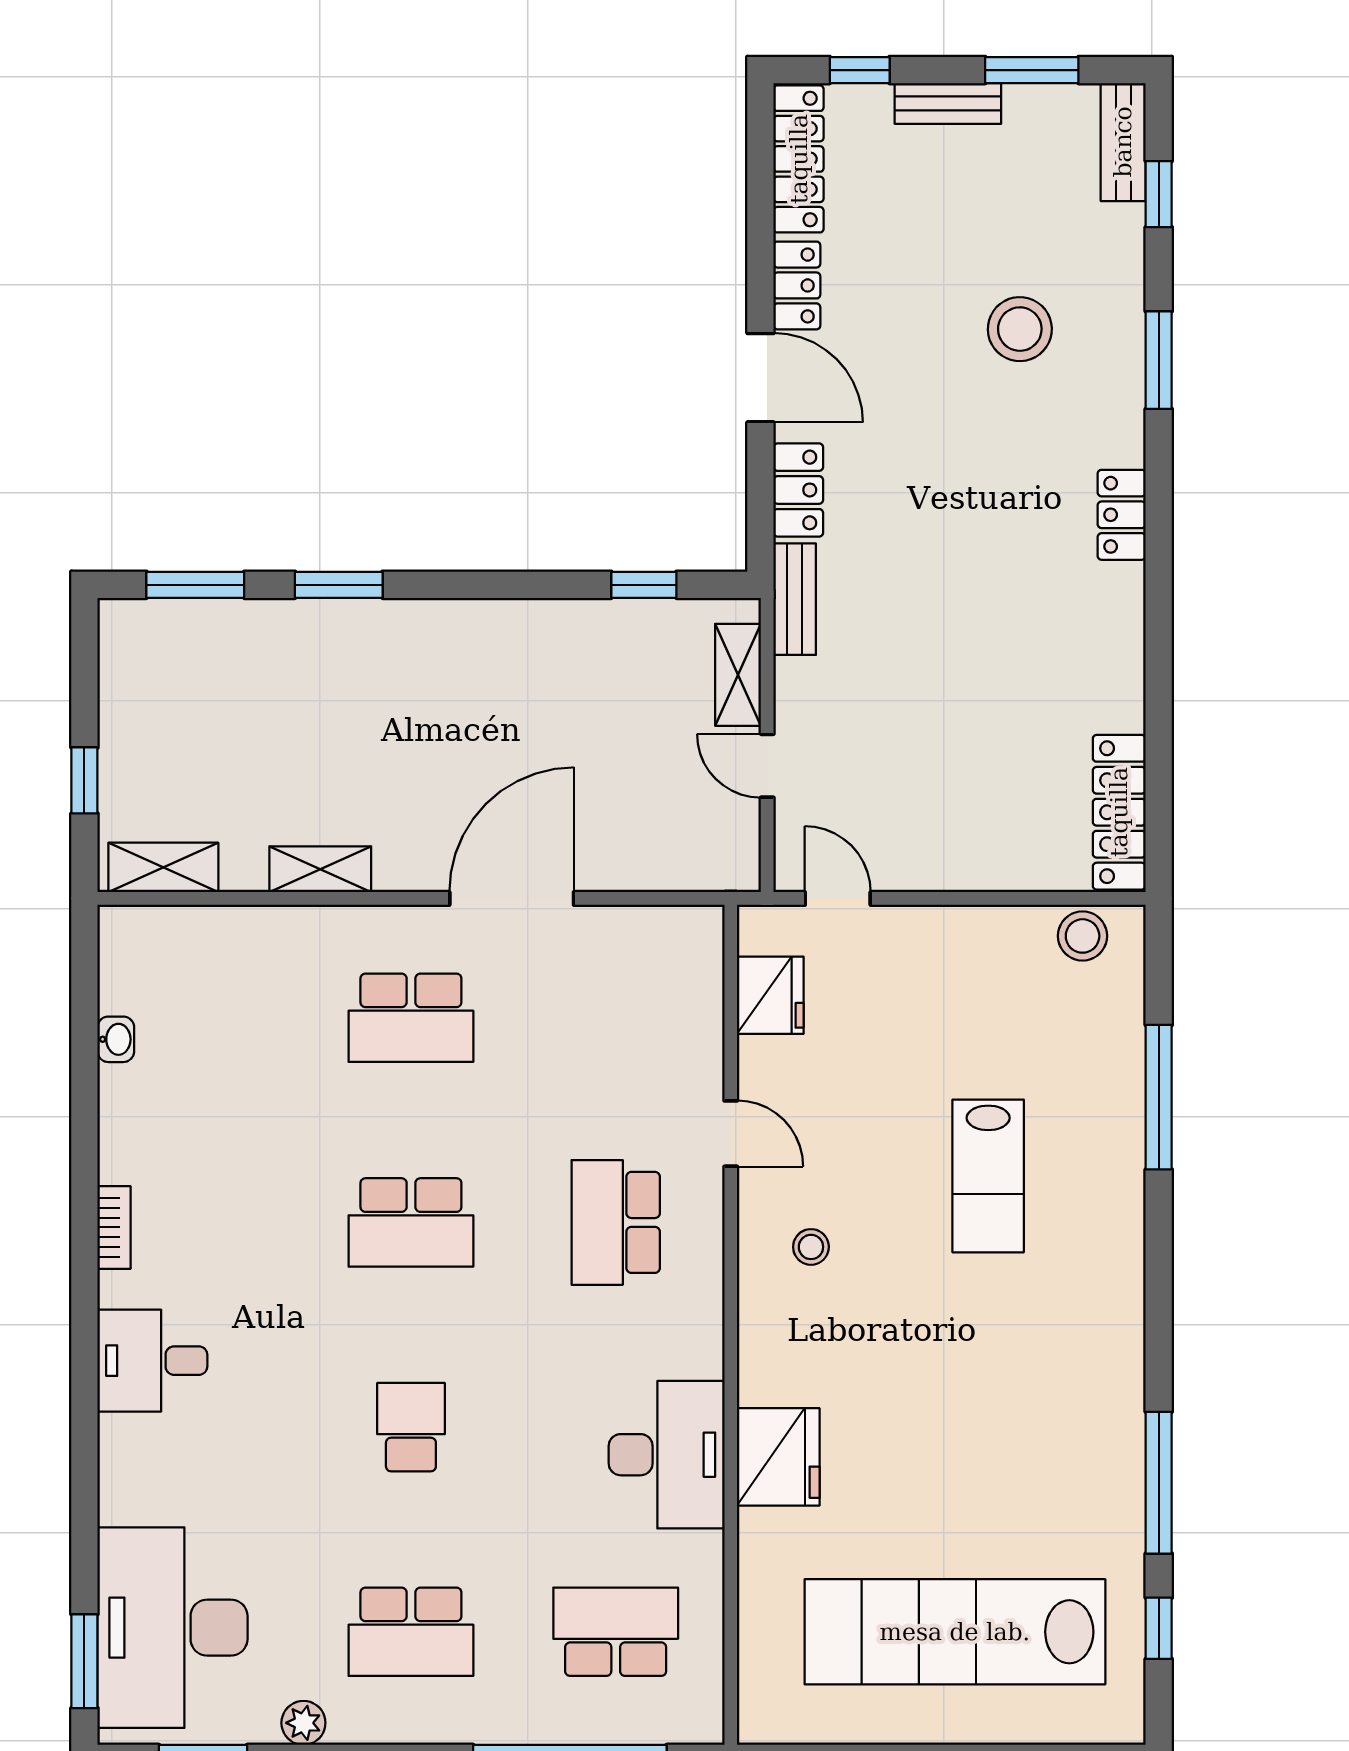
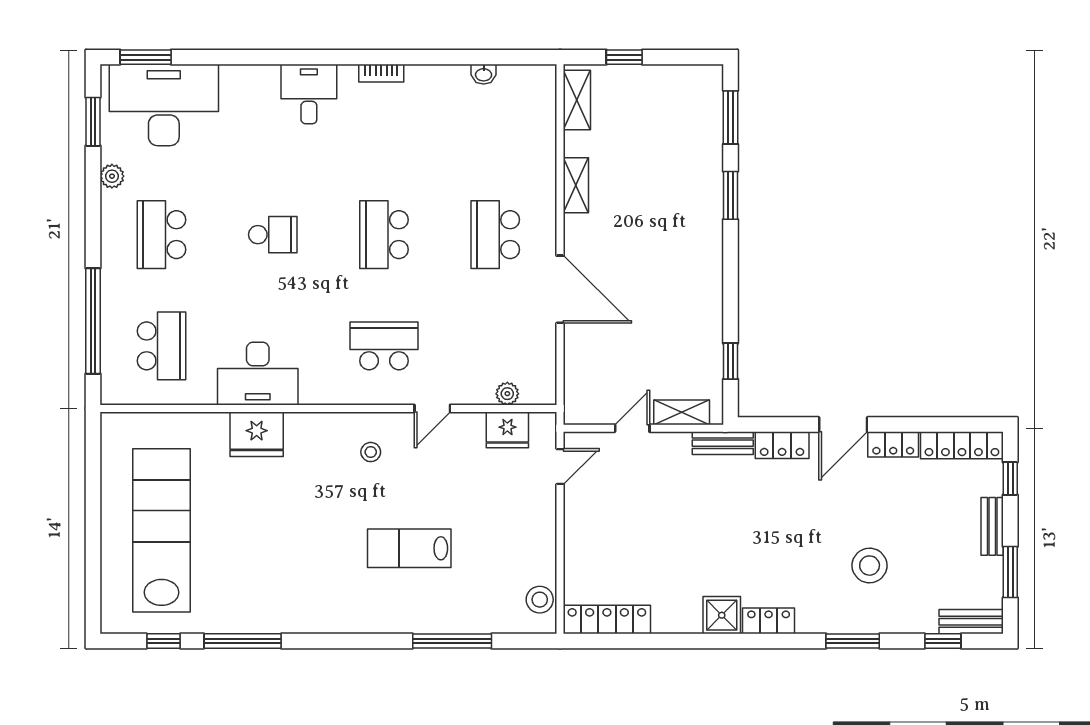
shower: (1111, 601) -> (722, 615), added
plant: (704, 996) -> (507, 394), added

